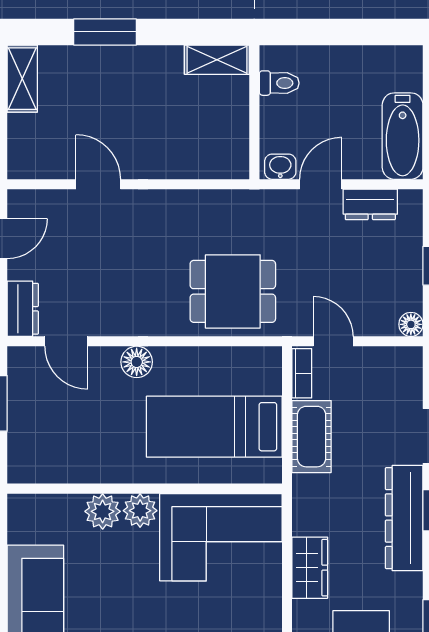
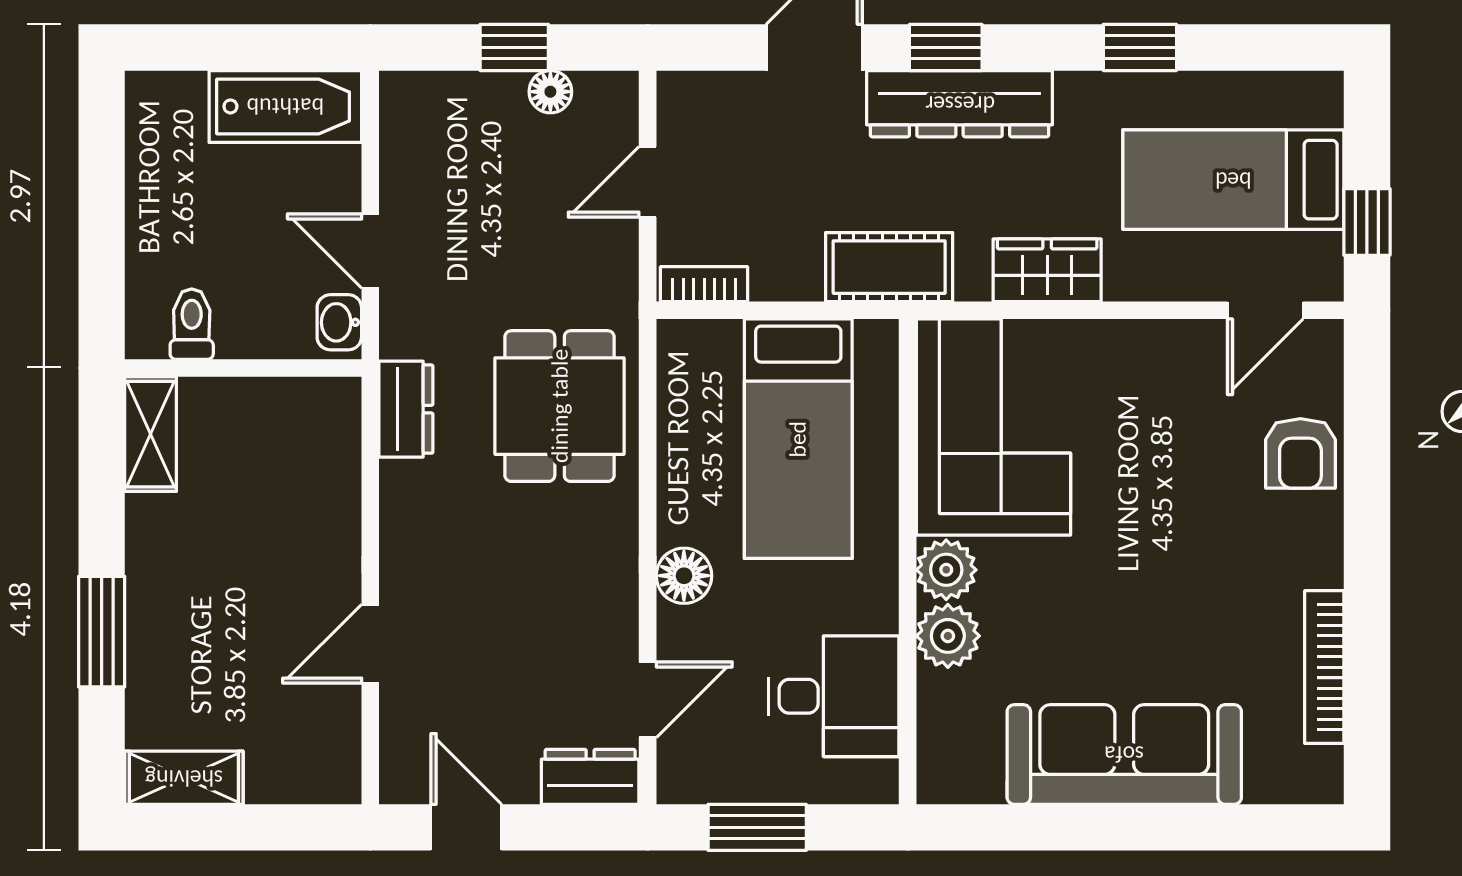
dresser: (370, 204) -> (406, 409), moved
floor lamp: (411, 324) -> (550, 92), moved
door: (333, 341) -> (648, 182), moved
cot: (312, 437) -> (889, 267), moved
desk: (68, 447) -> (834, 696), added

